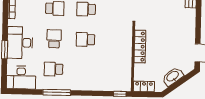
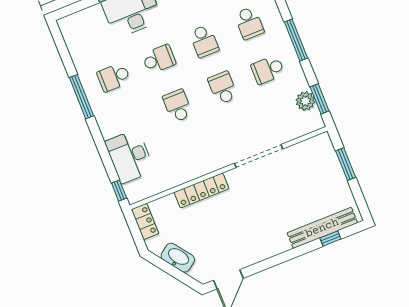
school desk: (53, 69) -> (114, 77), turned -90
desk: (21, 78) -> (130, 156), moved

